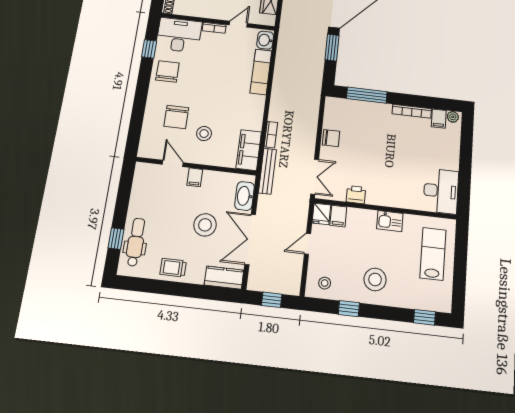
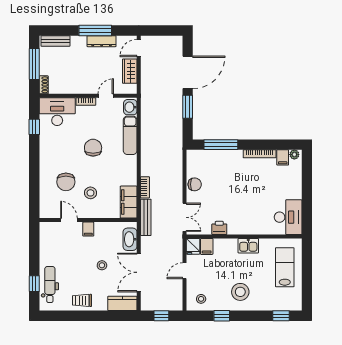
chair: (167, 71) -> (93, 148), moved
stool: (205, 225) -> (102, 265), width x0.53, depth x0.53

